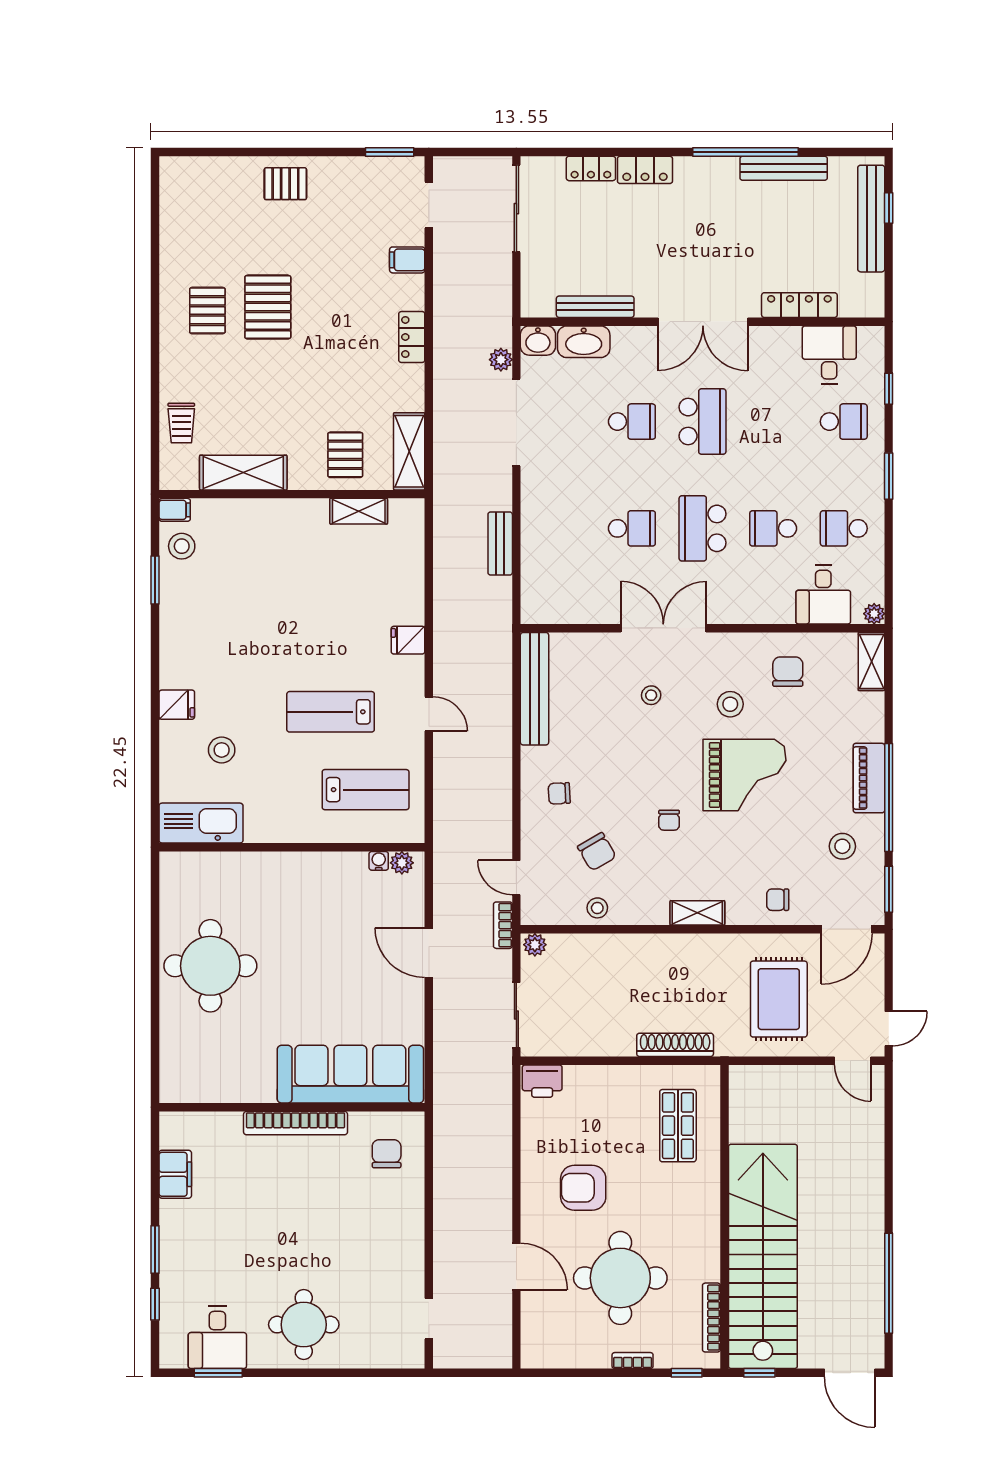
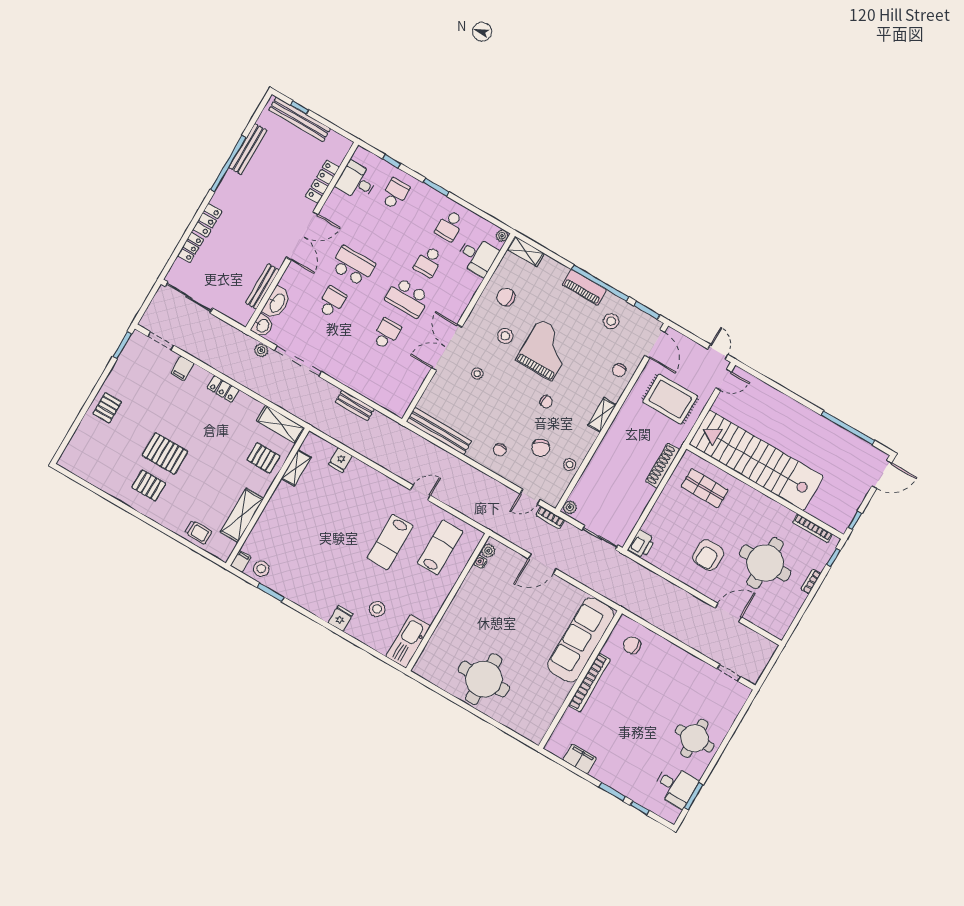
fridge: (408, 640) -> (340, 460), moved
chair: (597, 852) -> (541, 448), turned 96
stairs: (763, 1256) -> (756, 460), moved

